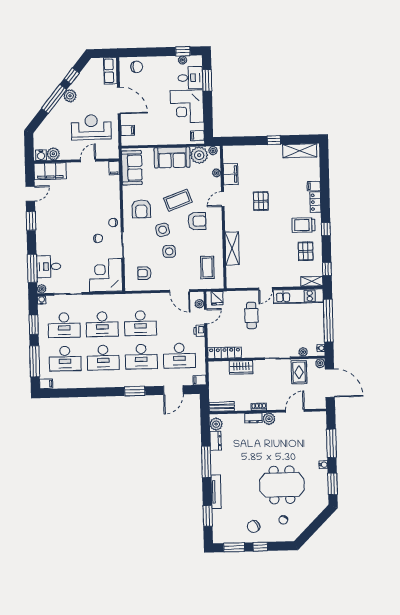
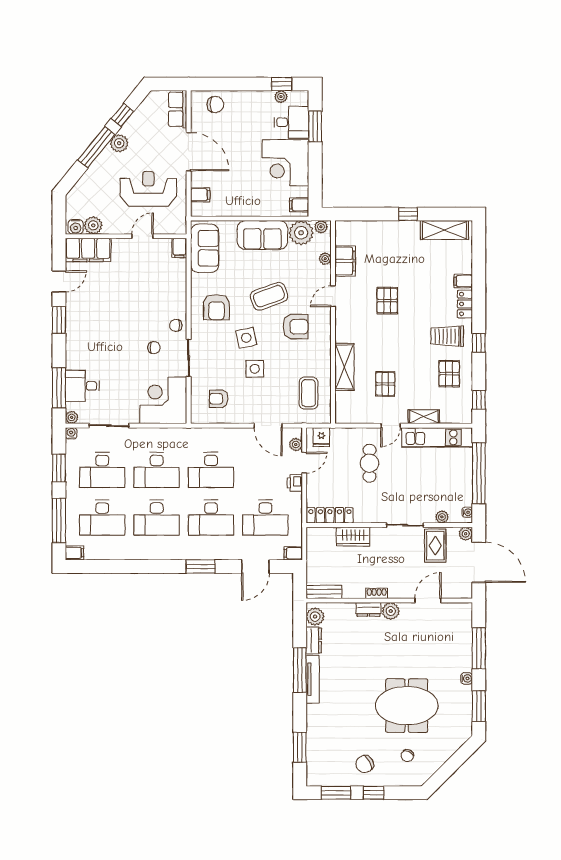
pallet: (261, 260) -> (385, 384), added
shelving: (312, 281) -> (424, 417), moved
tv unit: (216, 492) -> (313, 679), moved

